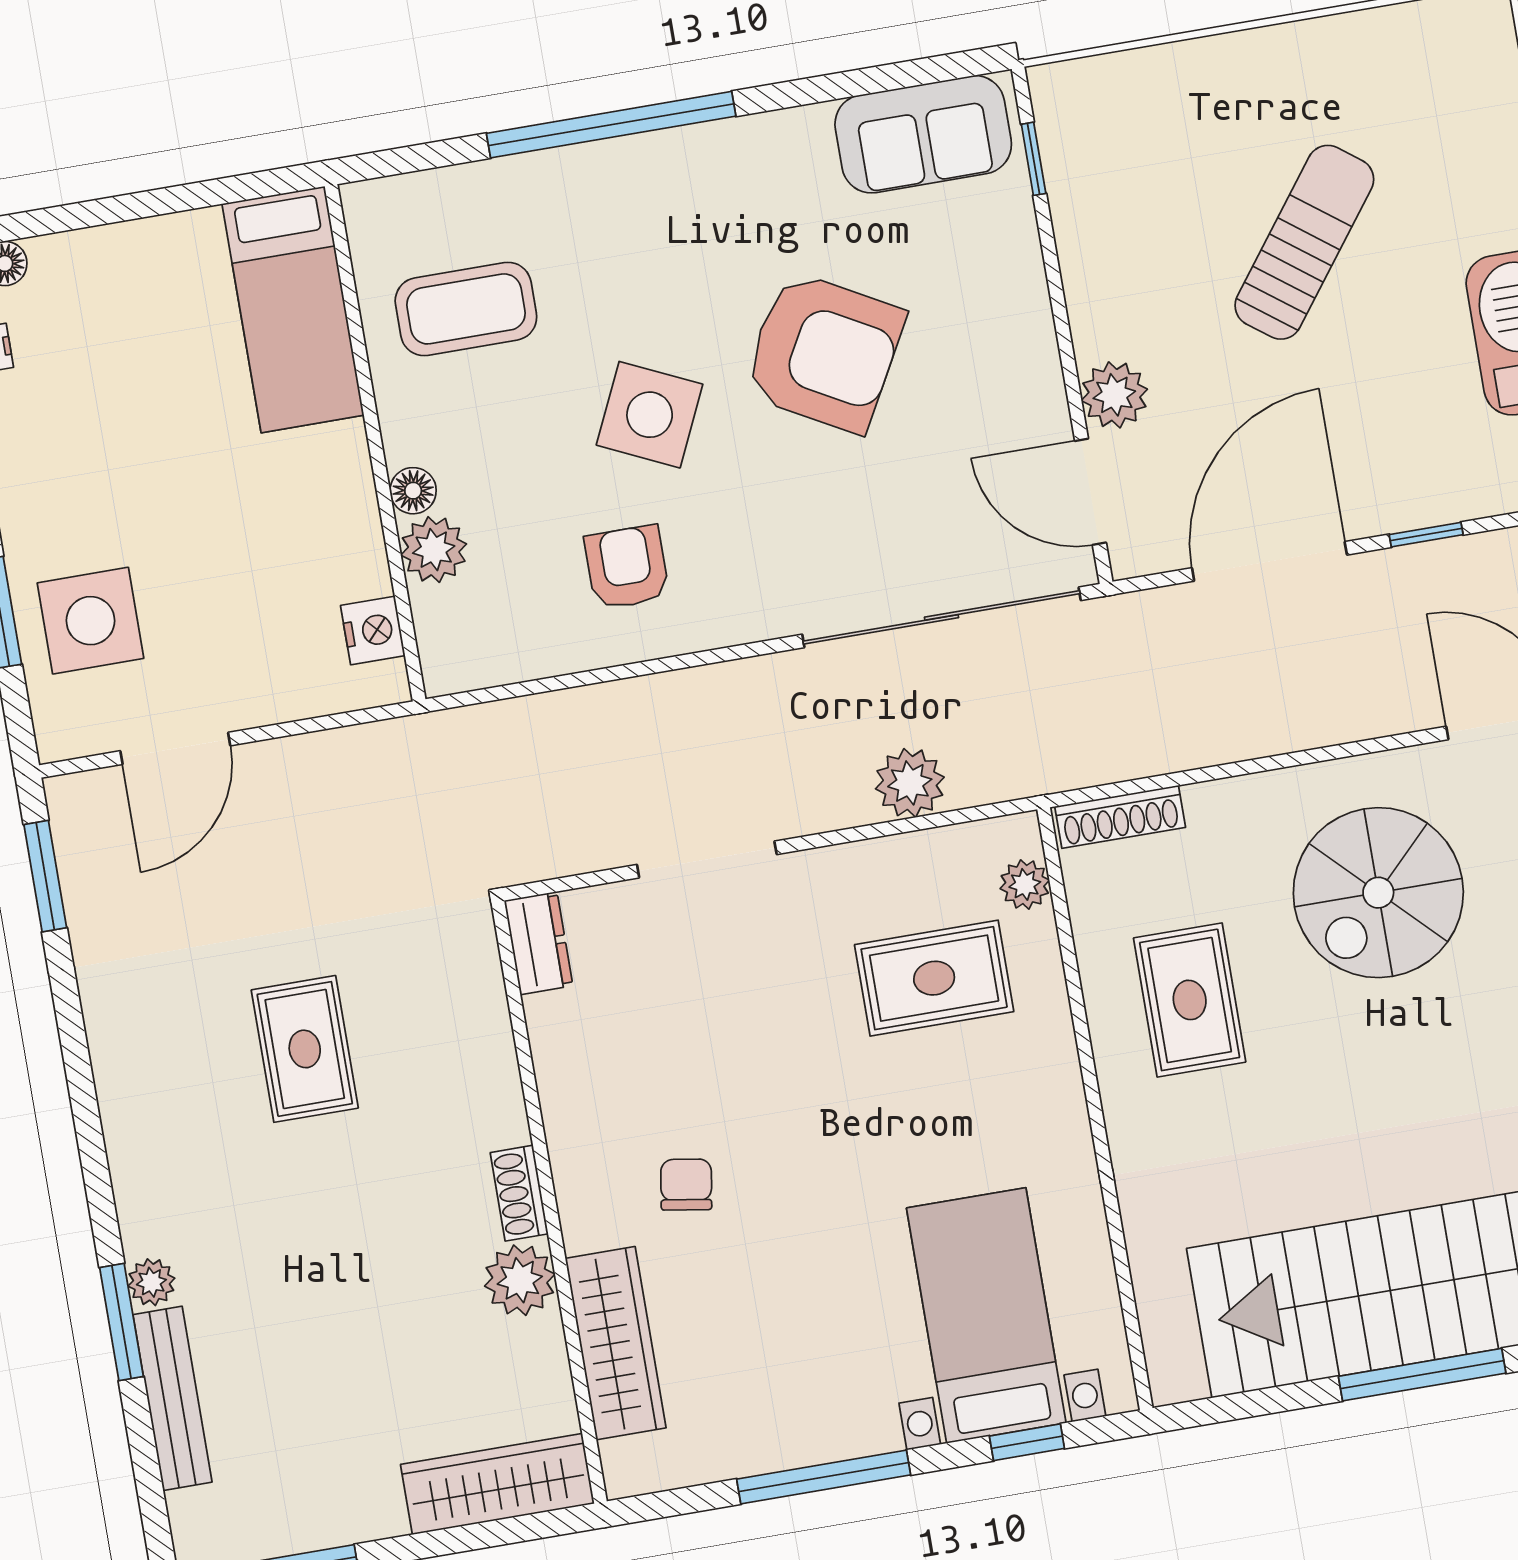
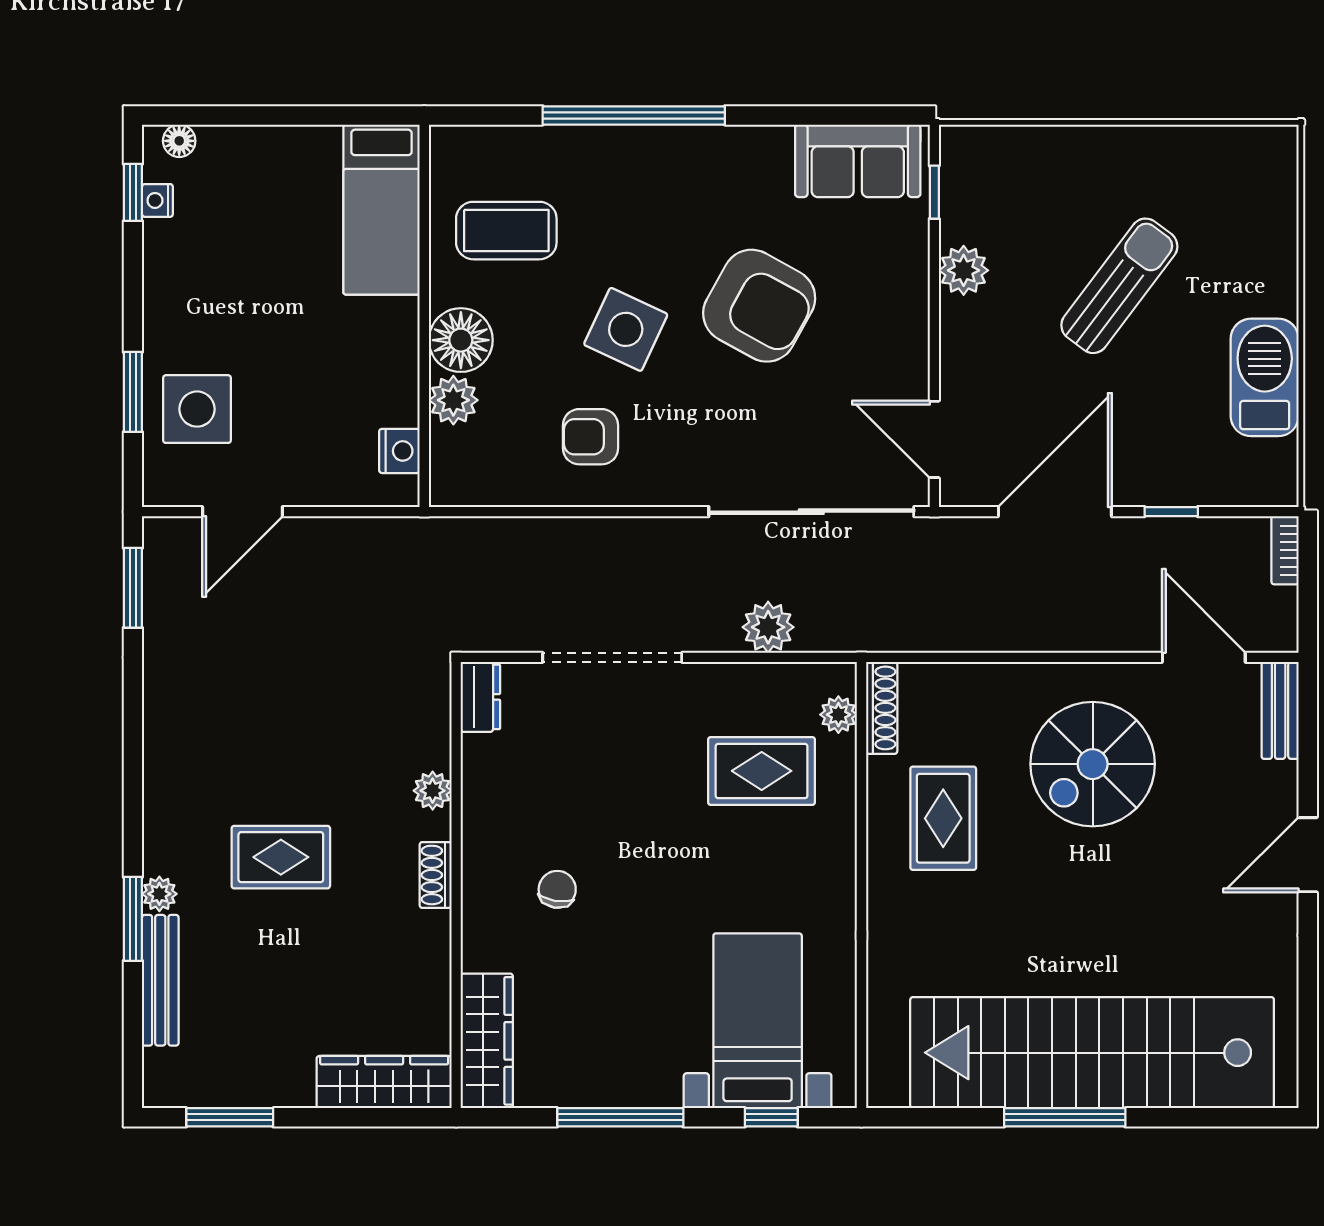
plant: (1114, 395) -> (964, 270), moved
floor lamp: (413, 491) -> (461, 340), width x1.89, depth x1.89
armchair: (627, 567) -> (591, 437), turned -90
shoe rack: (1120, 817) -> (882, 708), moved, turned -90
doorway: (707, 859) -> (612, 657), width x1.36
rug: (305, 1049) -> (281, 857), moved, turned 90
plant: (520, 1280) -> (433, 791), moved, width x0.73, depth x0.73
wardrobe: (616, 1343) -> (487, 1041), moved

